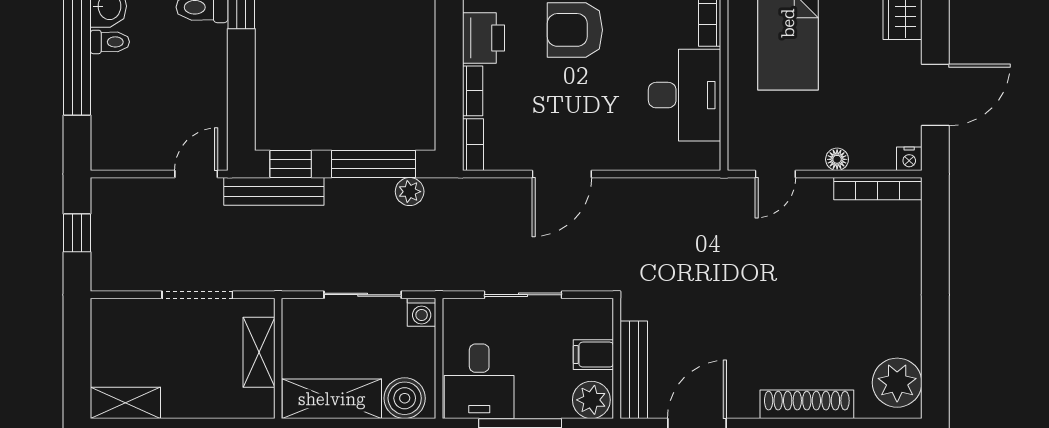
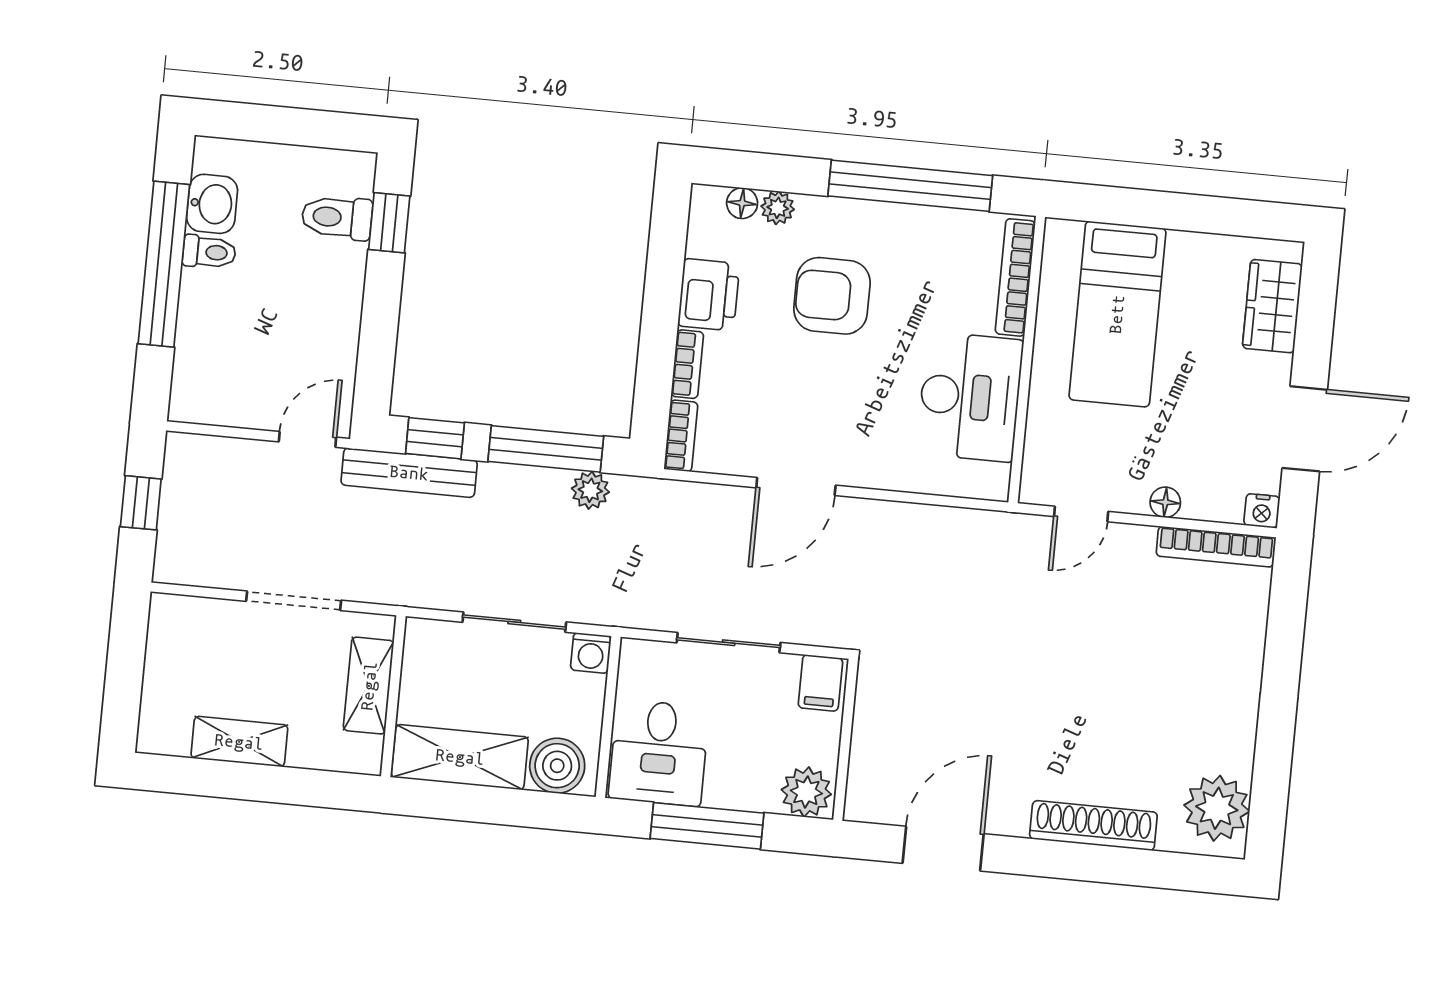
filing cabinet: (593, 355) -> (820, 683), moved, turned -90
bench: (634, 370) -> (867, 757), removed
shelving: (125, 403) -> (239, 742), moved

